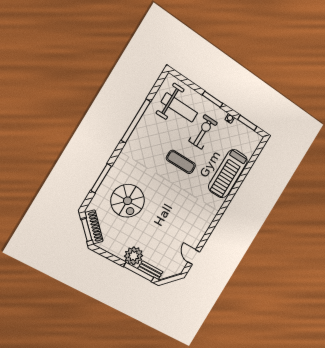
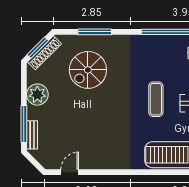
plant: (134, 256) -> (37, 95), moved

